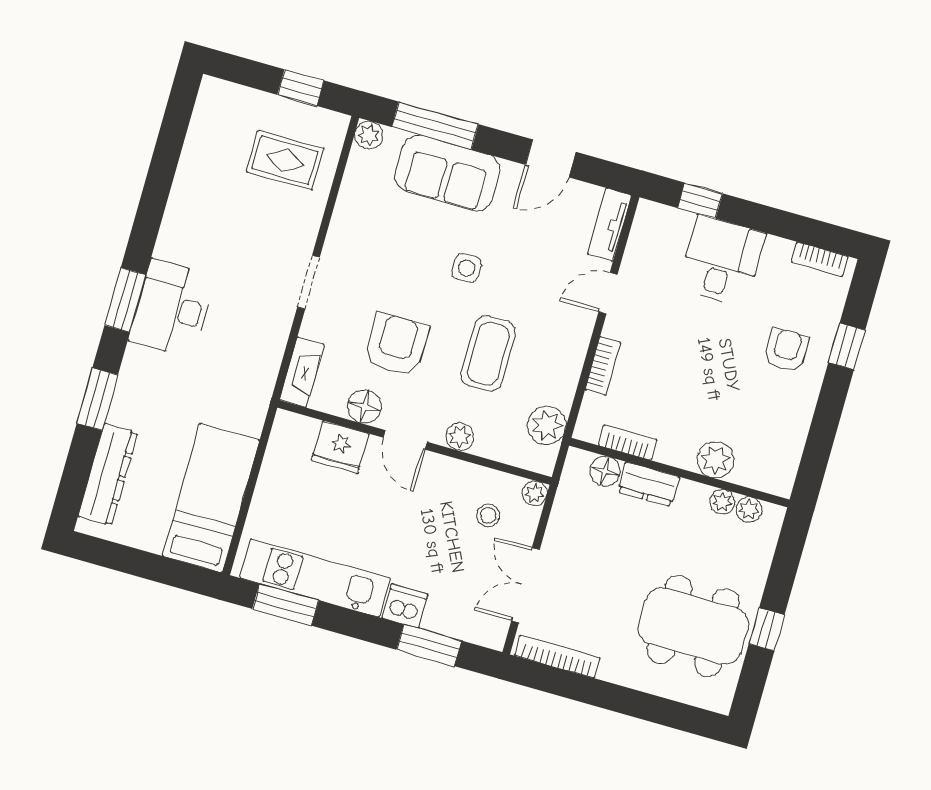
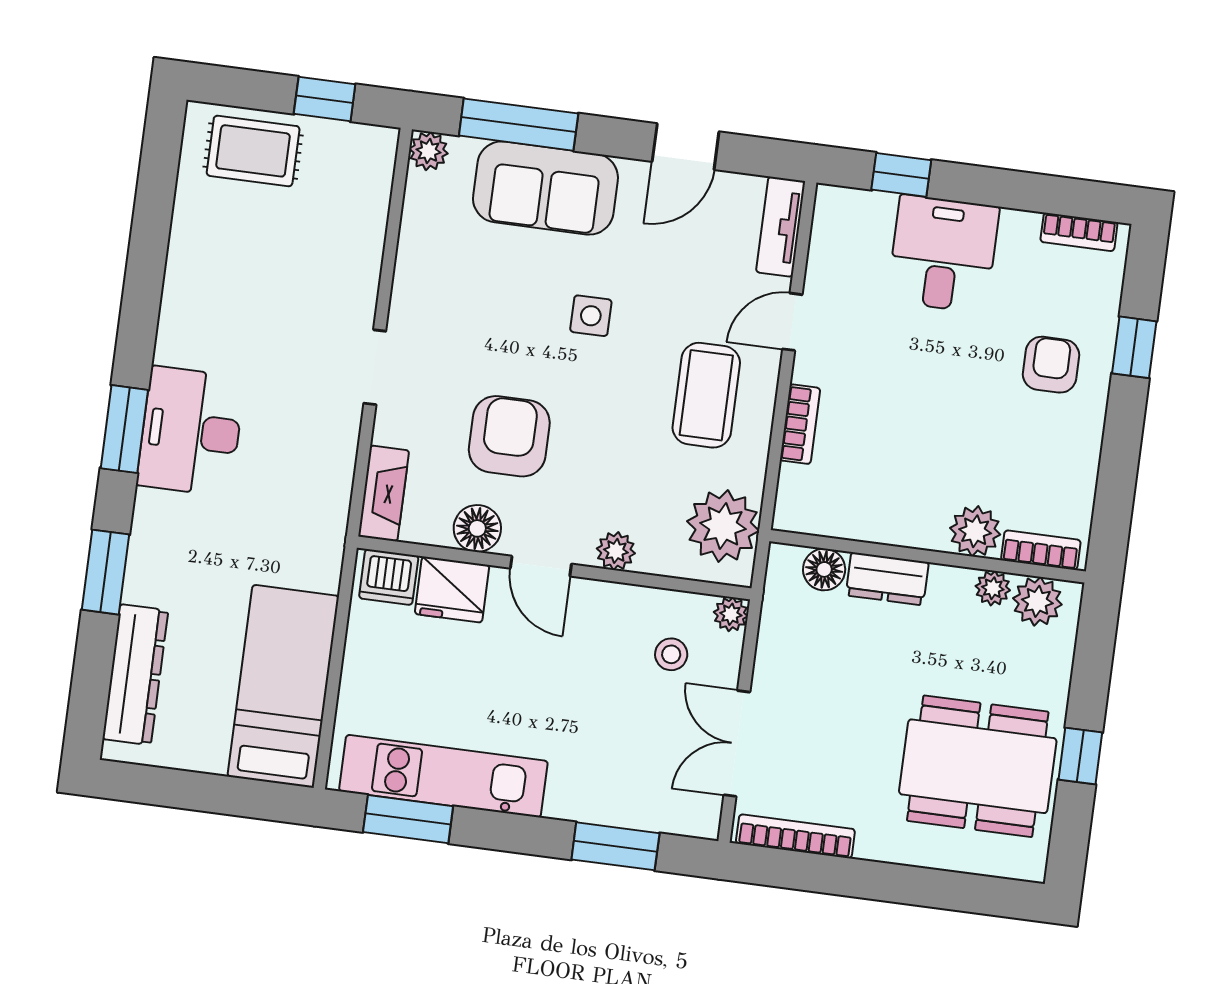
rug: (285, 160) -> (253, 151), moved
coffee table: (488, 354) -> (706, 395), moved
plant: (547, 425) -> (723, 526), width x1.36, depth x1.36
bookcase: (628, 443) -> (1041, 550), moved
plant: (749, 510) -> (1037, 601), width x1.38, depth x1.38
dishwasher: (405, 606) -> (389, 577), moved, turned 180

